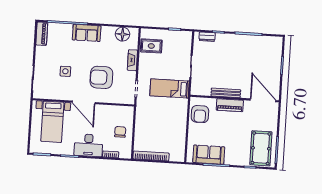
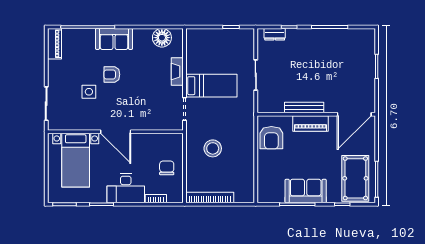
rug: (151, 46) -> (201, 51), removed
armchair: (101, 77) -> (112, 74), moved, width x0.53, depth x0.53
bed: (170, 88) -> (211, 86), moved, turned 180
door: (263, 100) -> (354, 114), swing flipped
stool: (155, 119) -> (213, 148), added
sofa: (209, 155) -> (306, 191), moved

